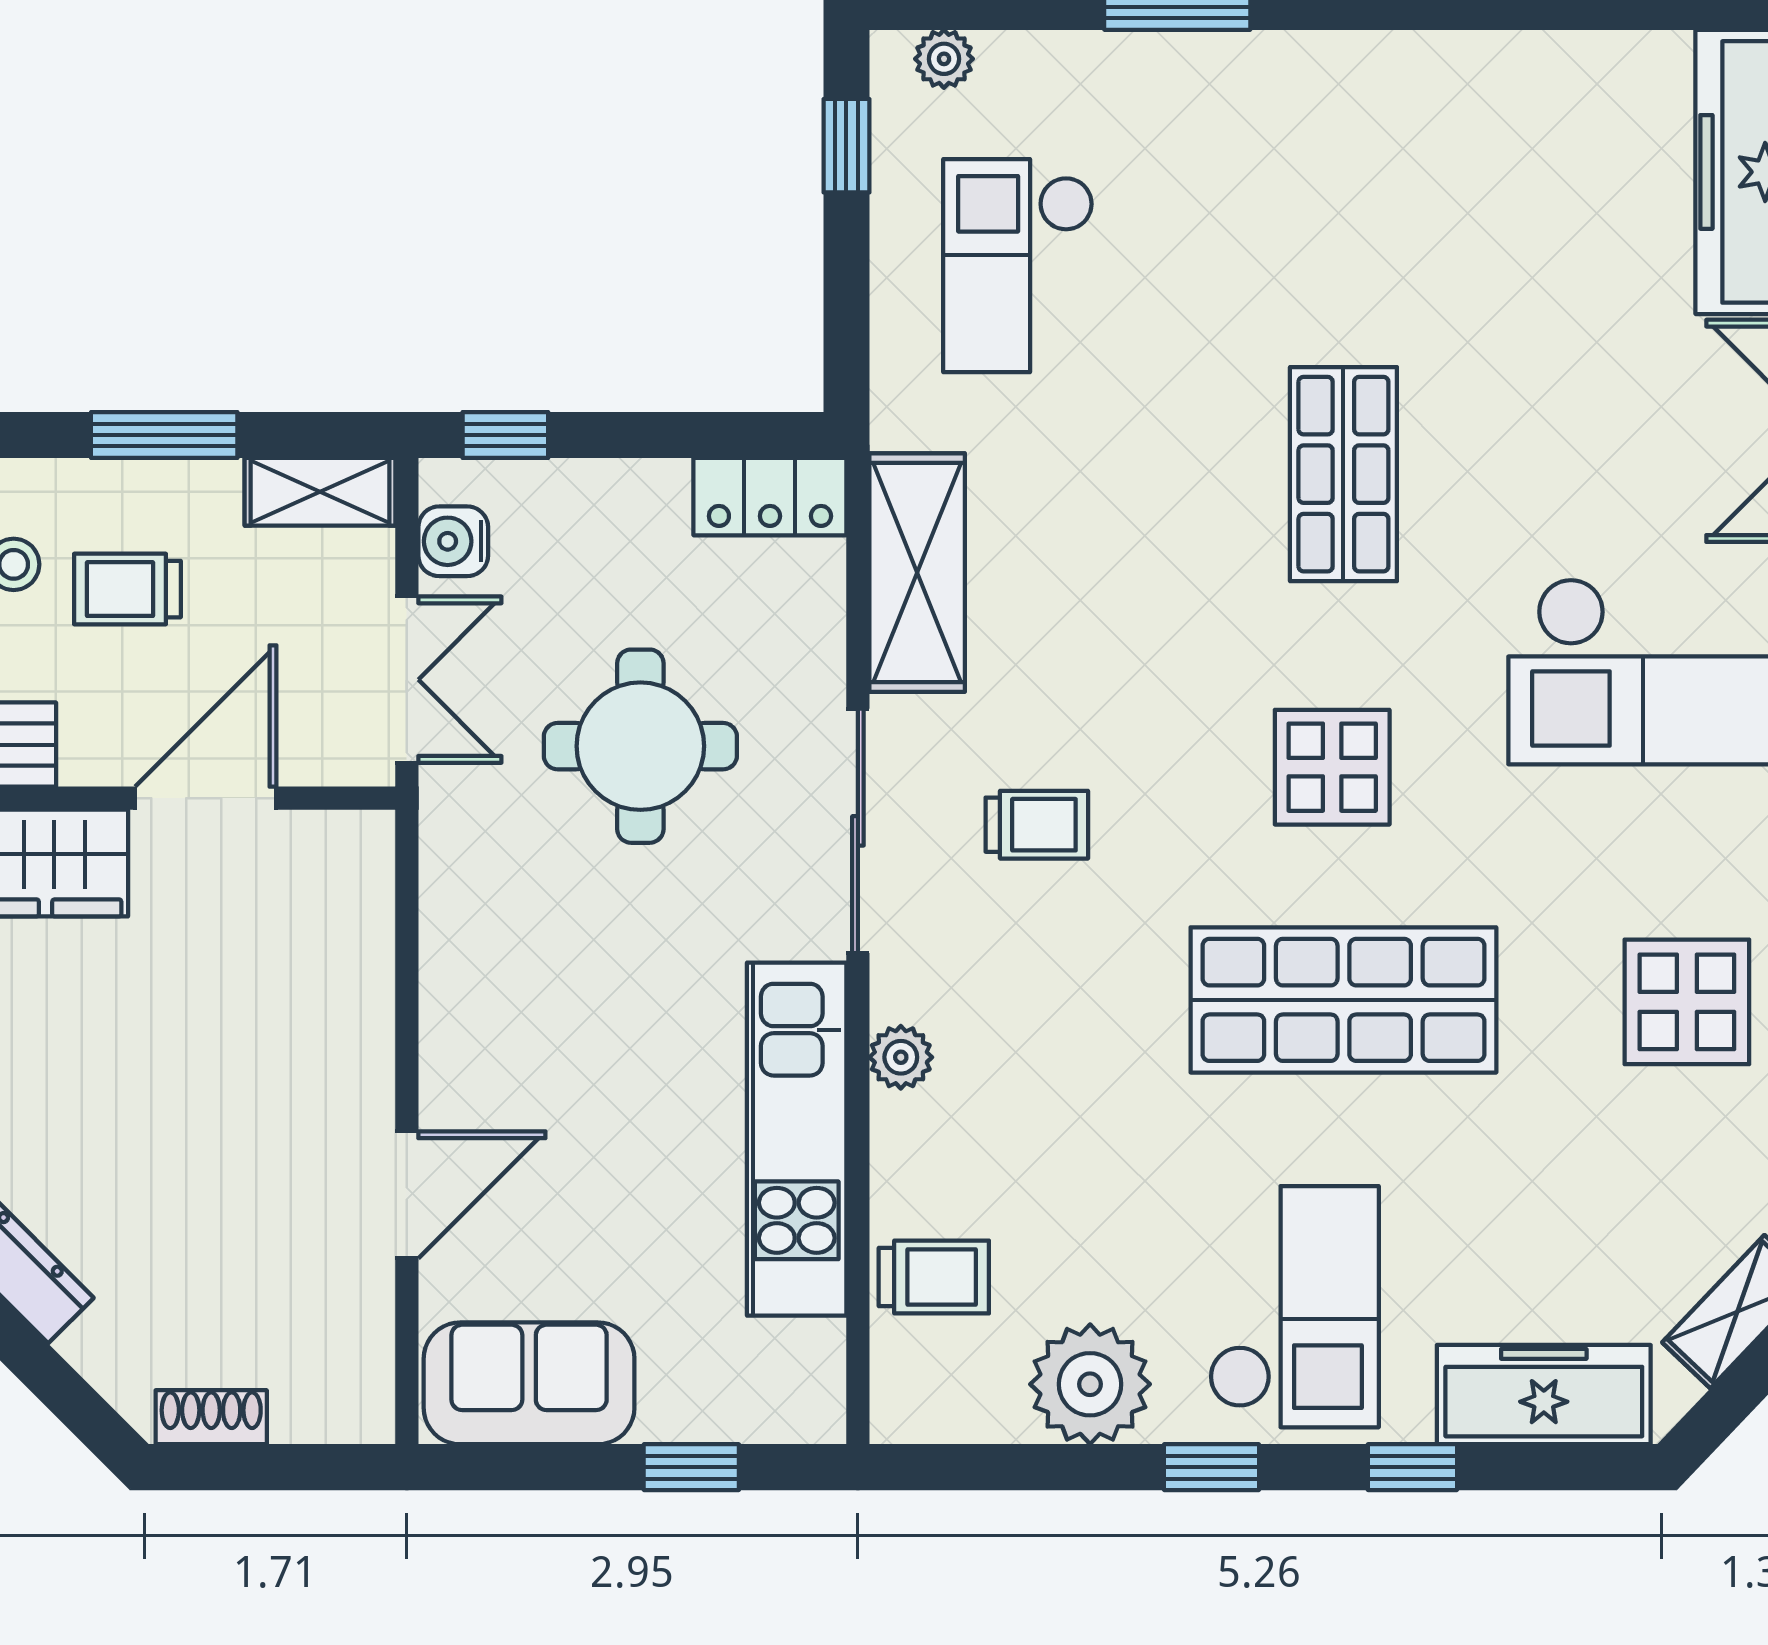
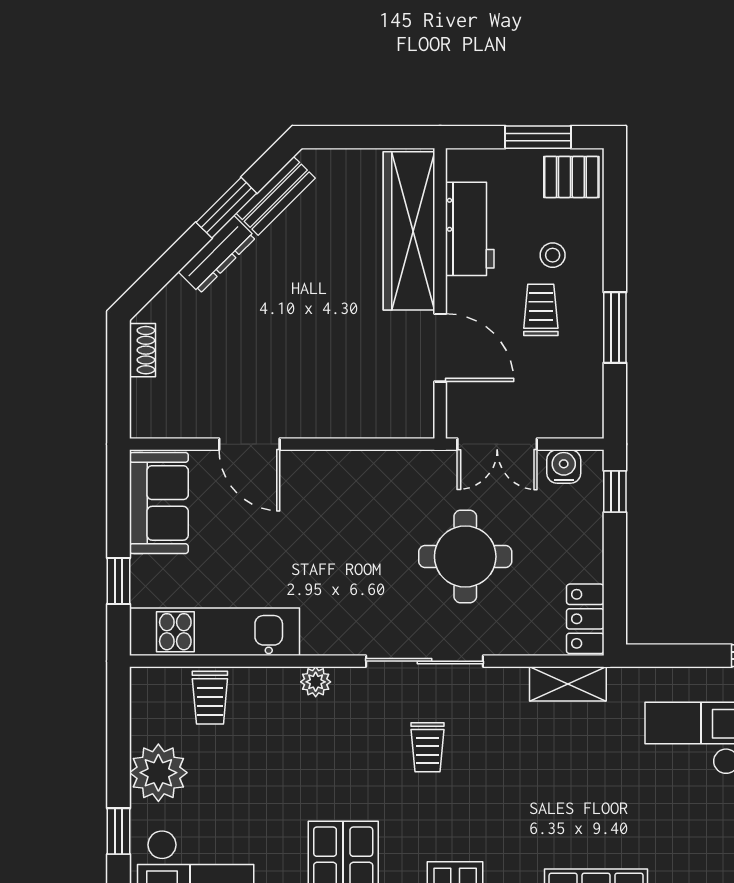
shelving: (320, 492) -> (588, 402), removed
shelving: (917, 573) -> (568, 684), width x0.67, depth x0.75
kitchen unit: (797, 1139) -> (214, 632), moved

